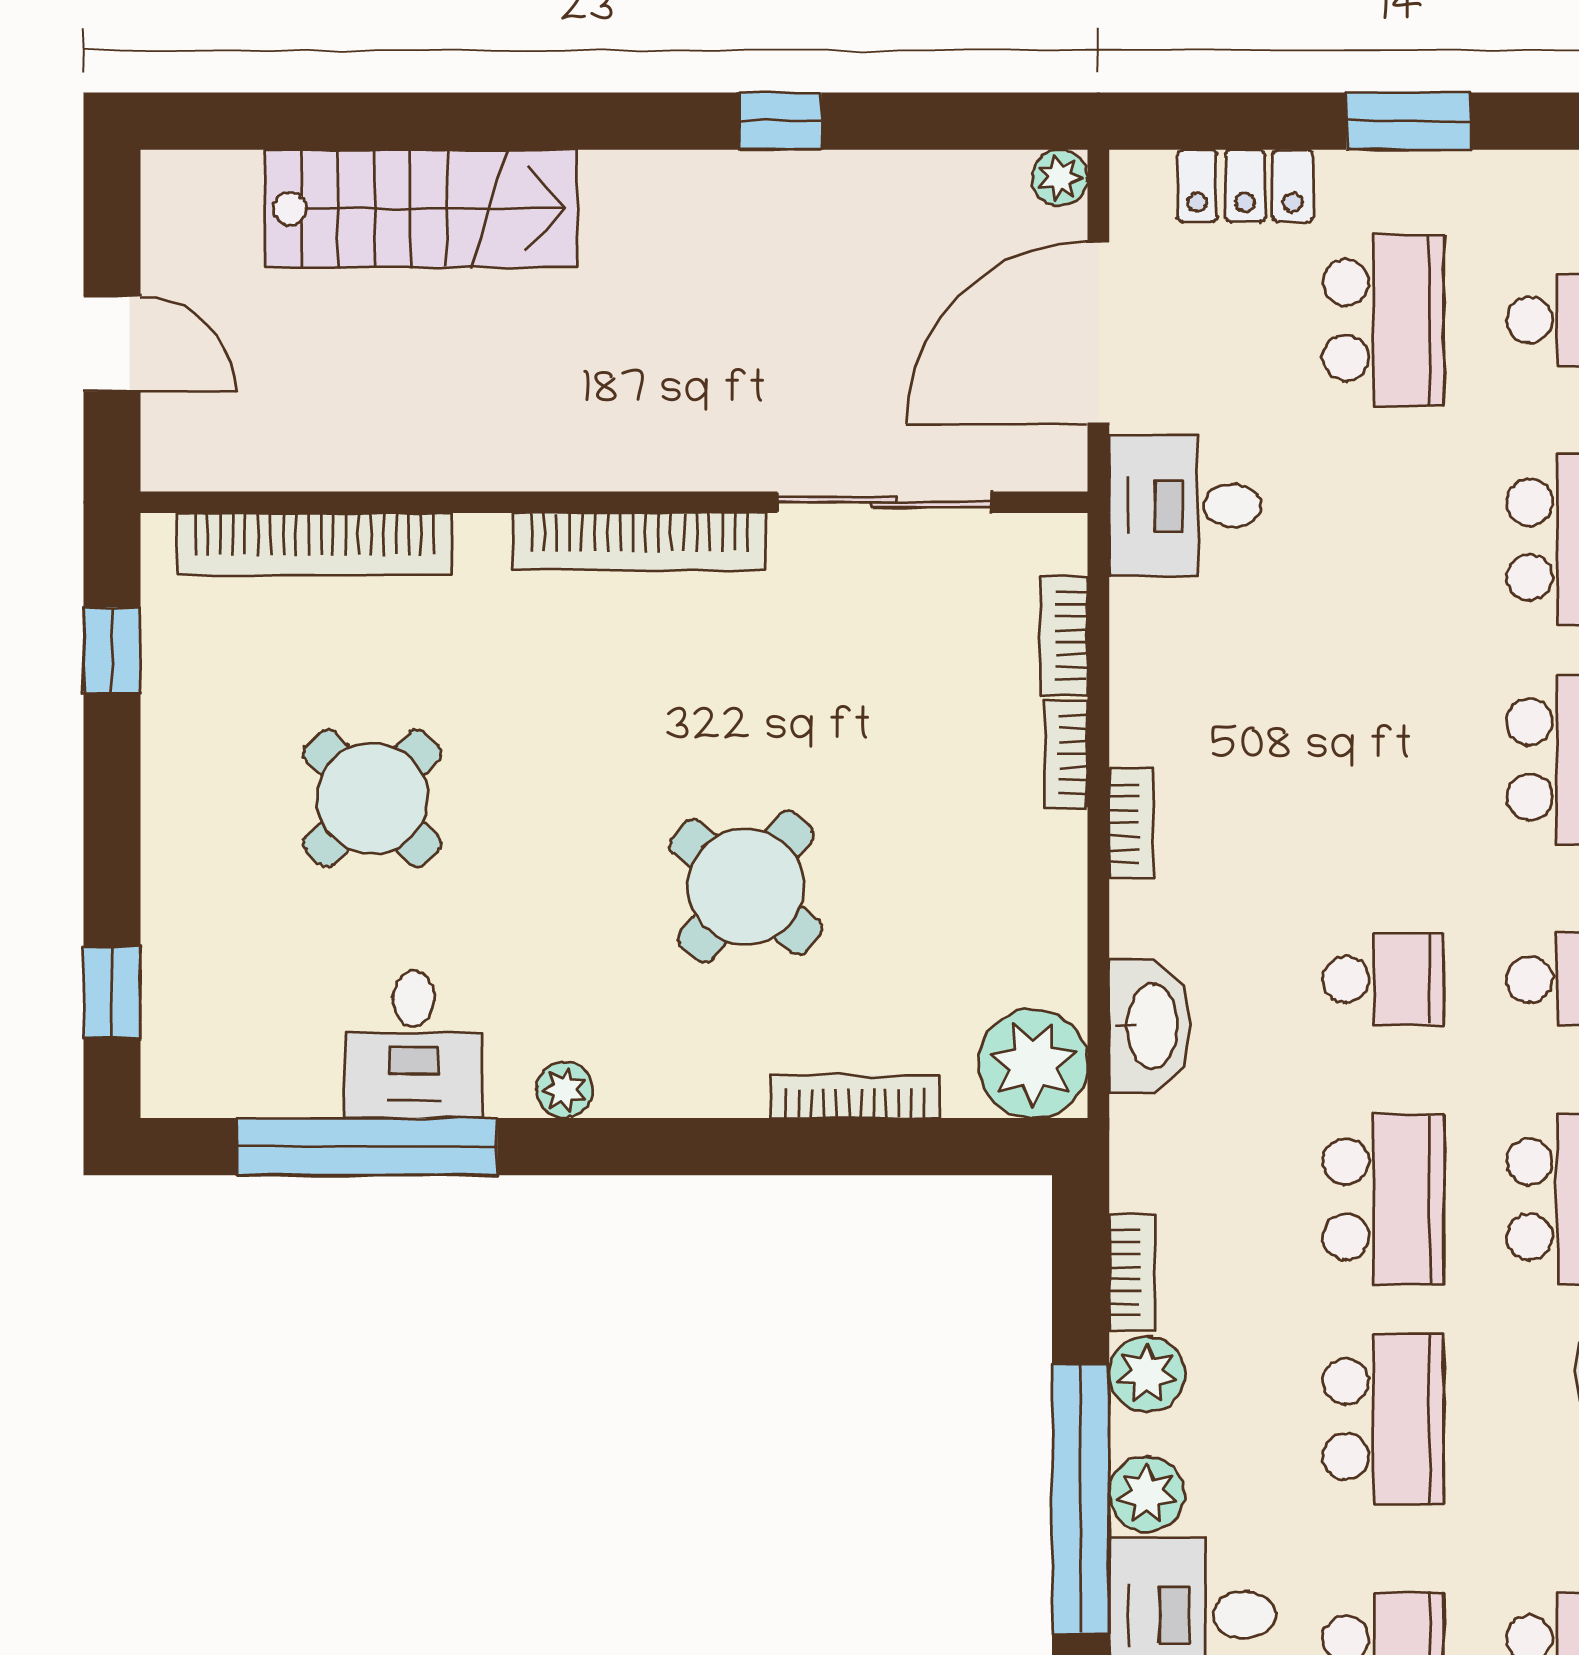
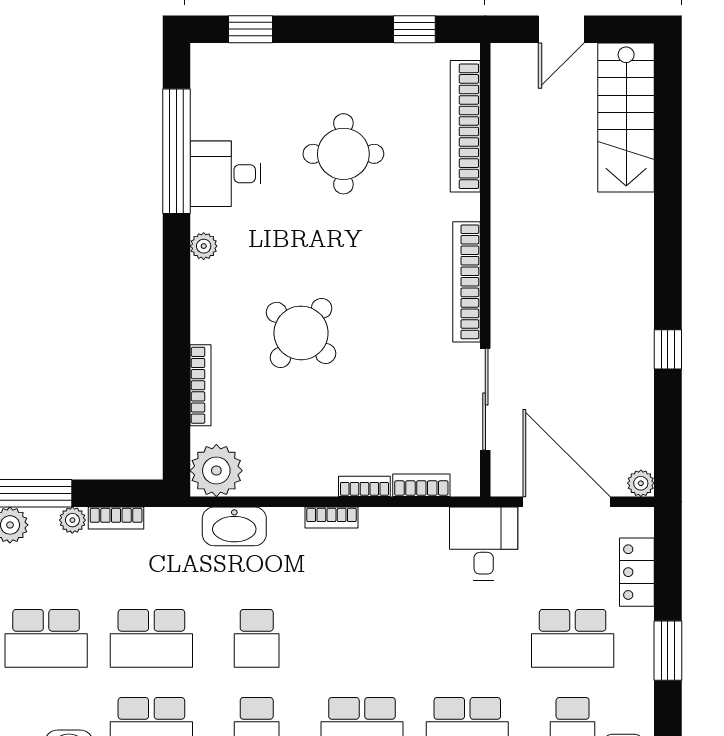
stairs: (421, 209) -> (626, 118), moved
round table: (372, 798) -> (343, 154), turned 45
plant: (1147, 1374) -> (72, 520), width x0.73, depth x0.73

